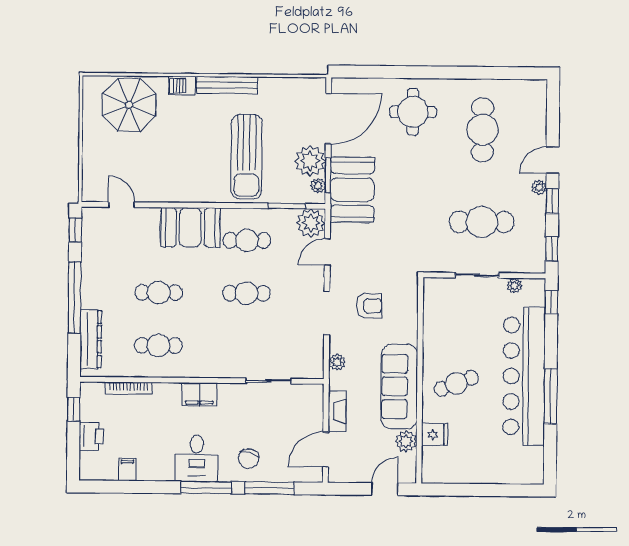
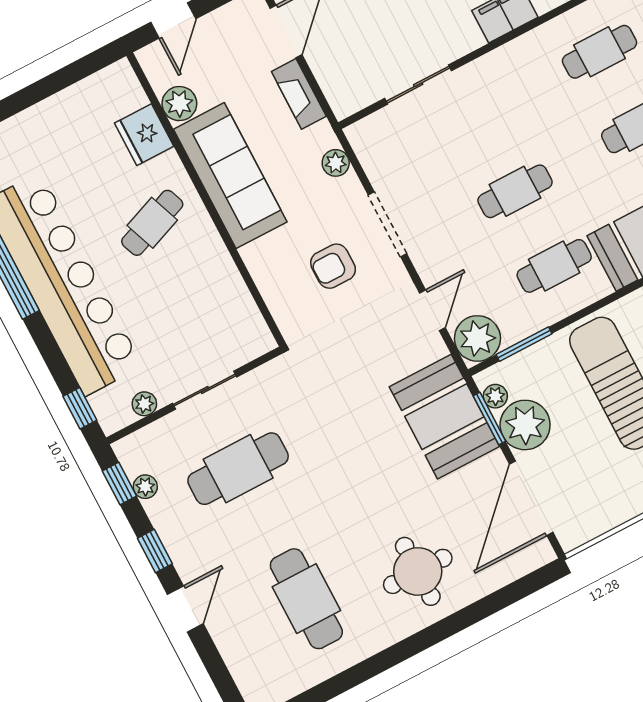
plant: (539, 187) -> (145, 487), moved
fridge: (435, 435) -> (144, 135), width x1.38

